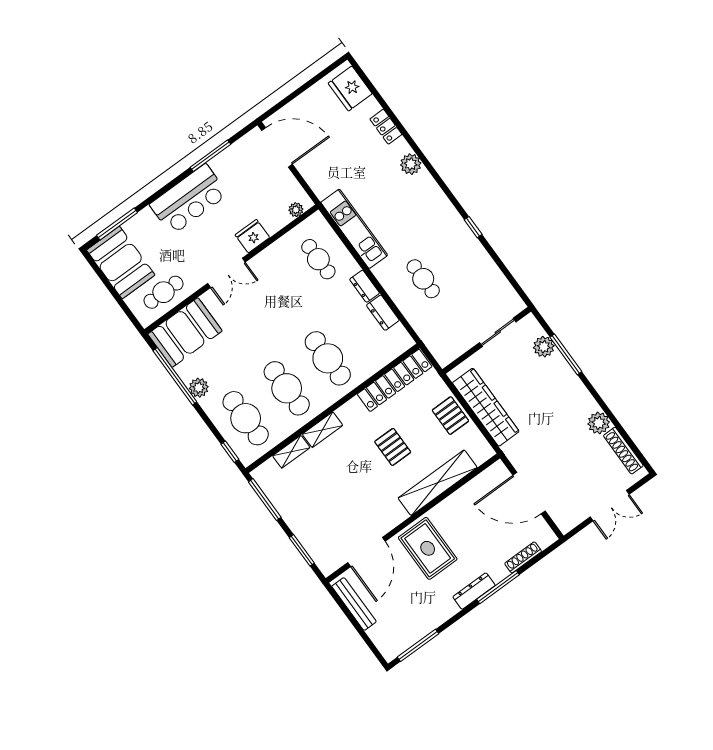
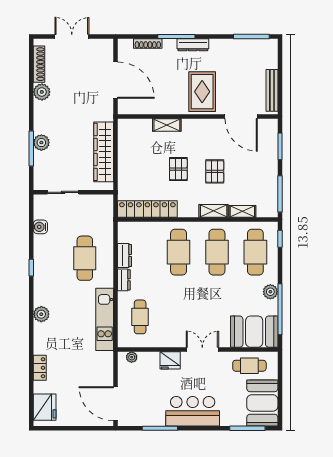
plant: (411, 164) -> (41, 314), moved
water cooler: (495, 278) -> (40, 227), added
cafe table: (423, 279) -> (85, 258), width x1.37, depth x1.35
plant: (544, 347) -> (41, 143), moved
pallet: (450, 416) -> (215, 171), moved
shelving: (438, 483) -> (167, 125), width x0.45, depth x0.75
door: (366, 552) -> (241, 117), swing flipped

